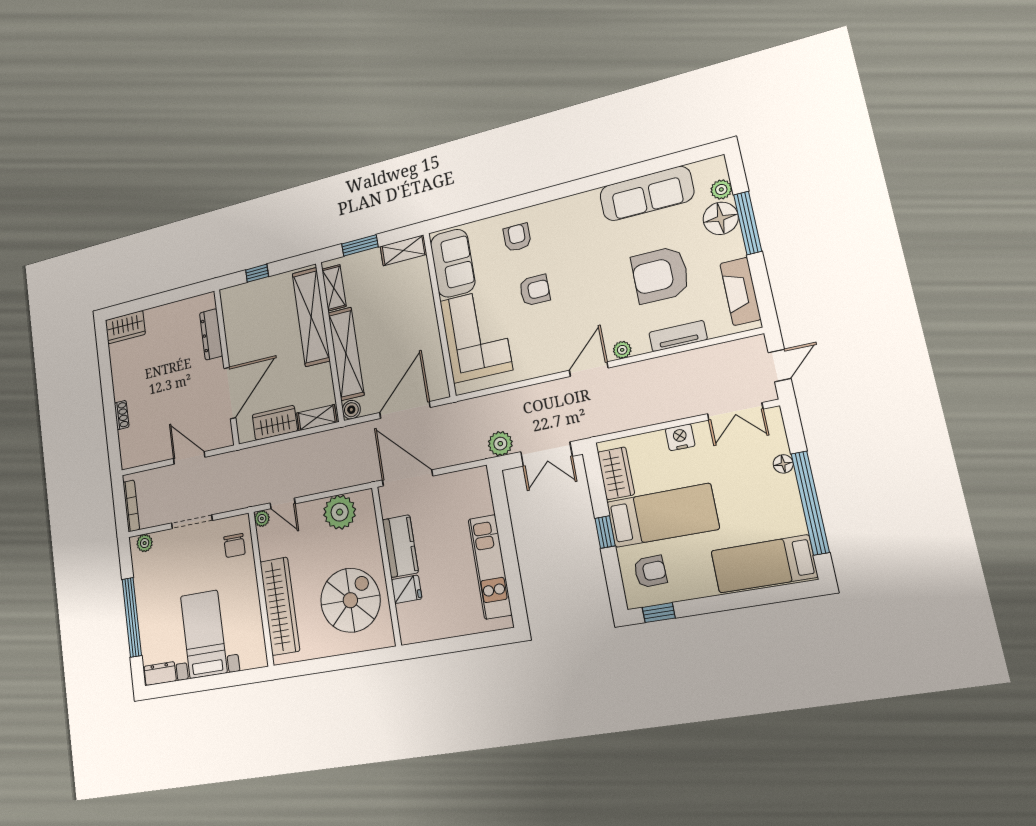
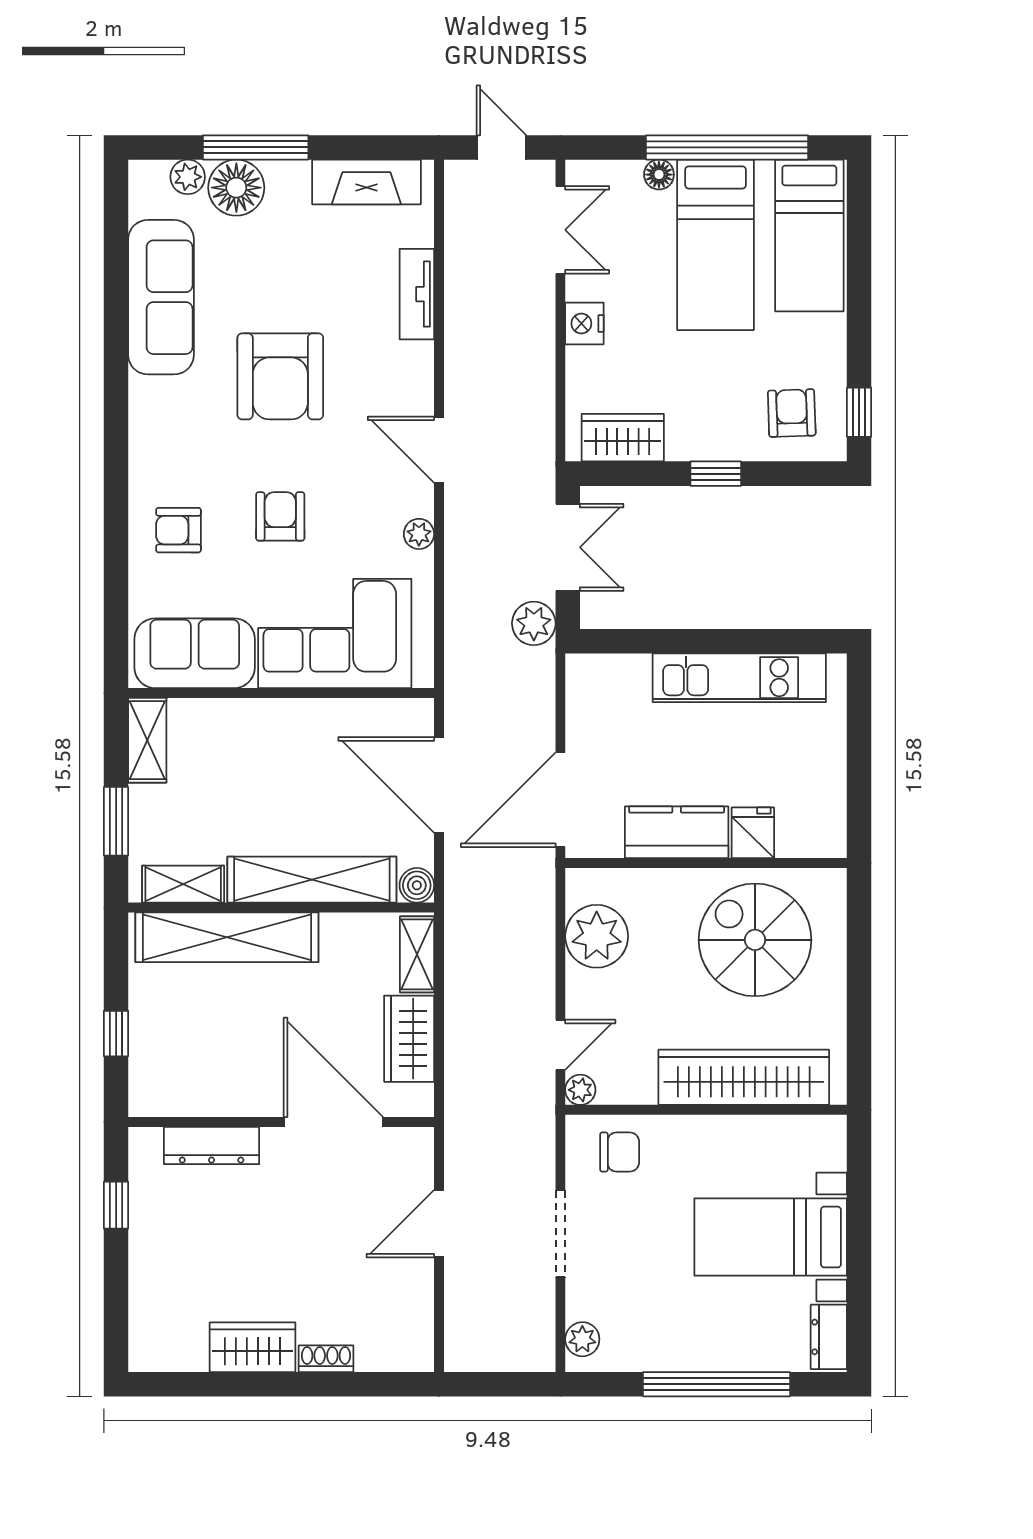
armchair: (660, 275) -> (280, 376), moved
window: (178, 295) -> (116, 1205), added
wardrobe: (125, 327) -> (252, 1347), moved, turned -90
plant: (622, 350) -> (419, 534), moved
bookcase: (131, 506) -> (507, 1360), removed
bed: (662, 515) -> (716, 245), moved, turned 180

